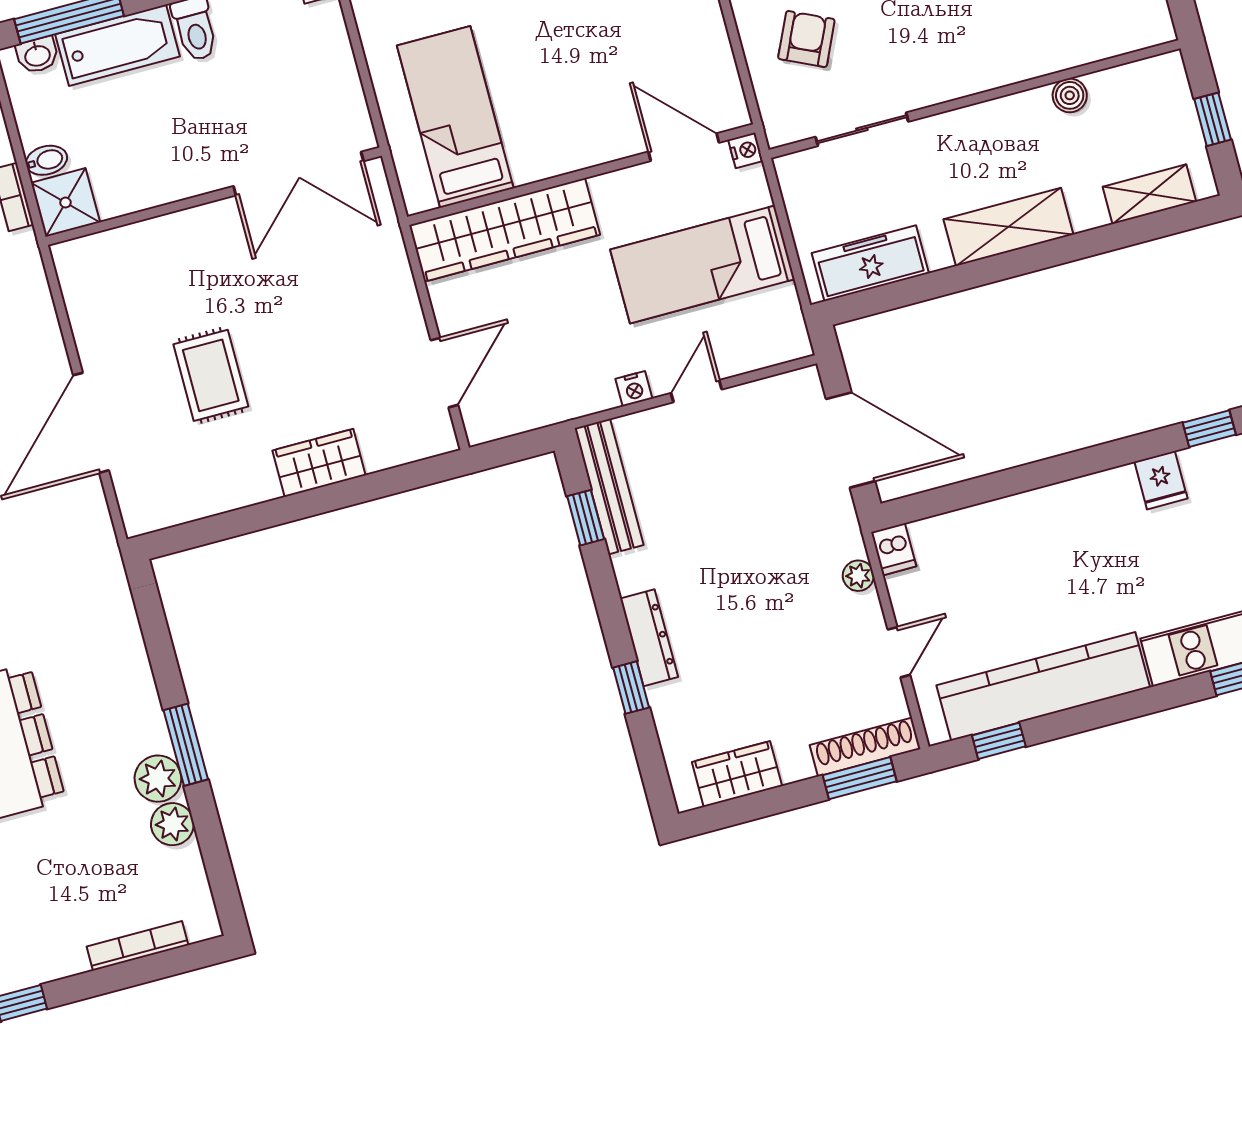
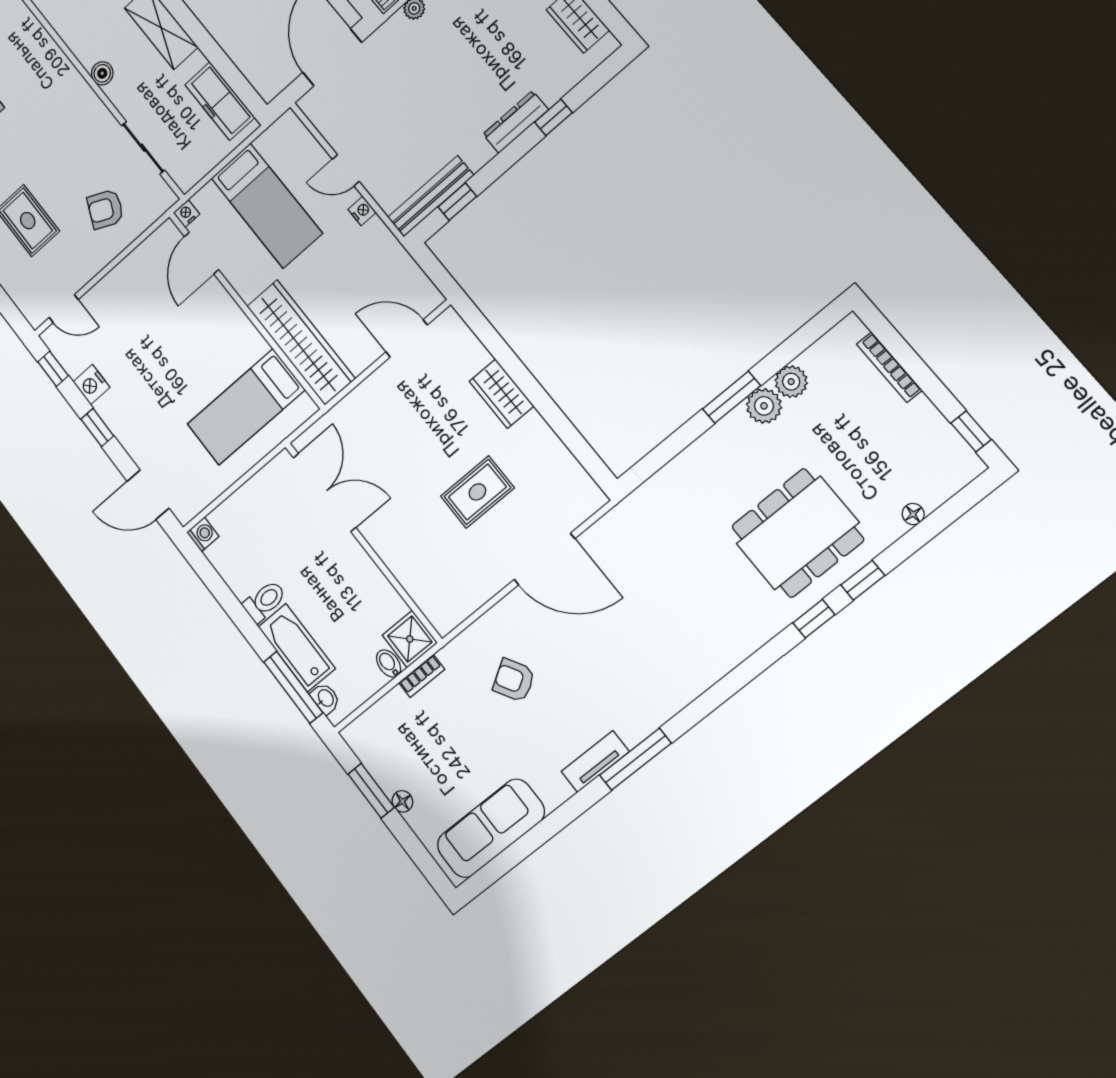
boiler: (1070, 95) -> (102, 73), moved

